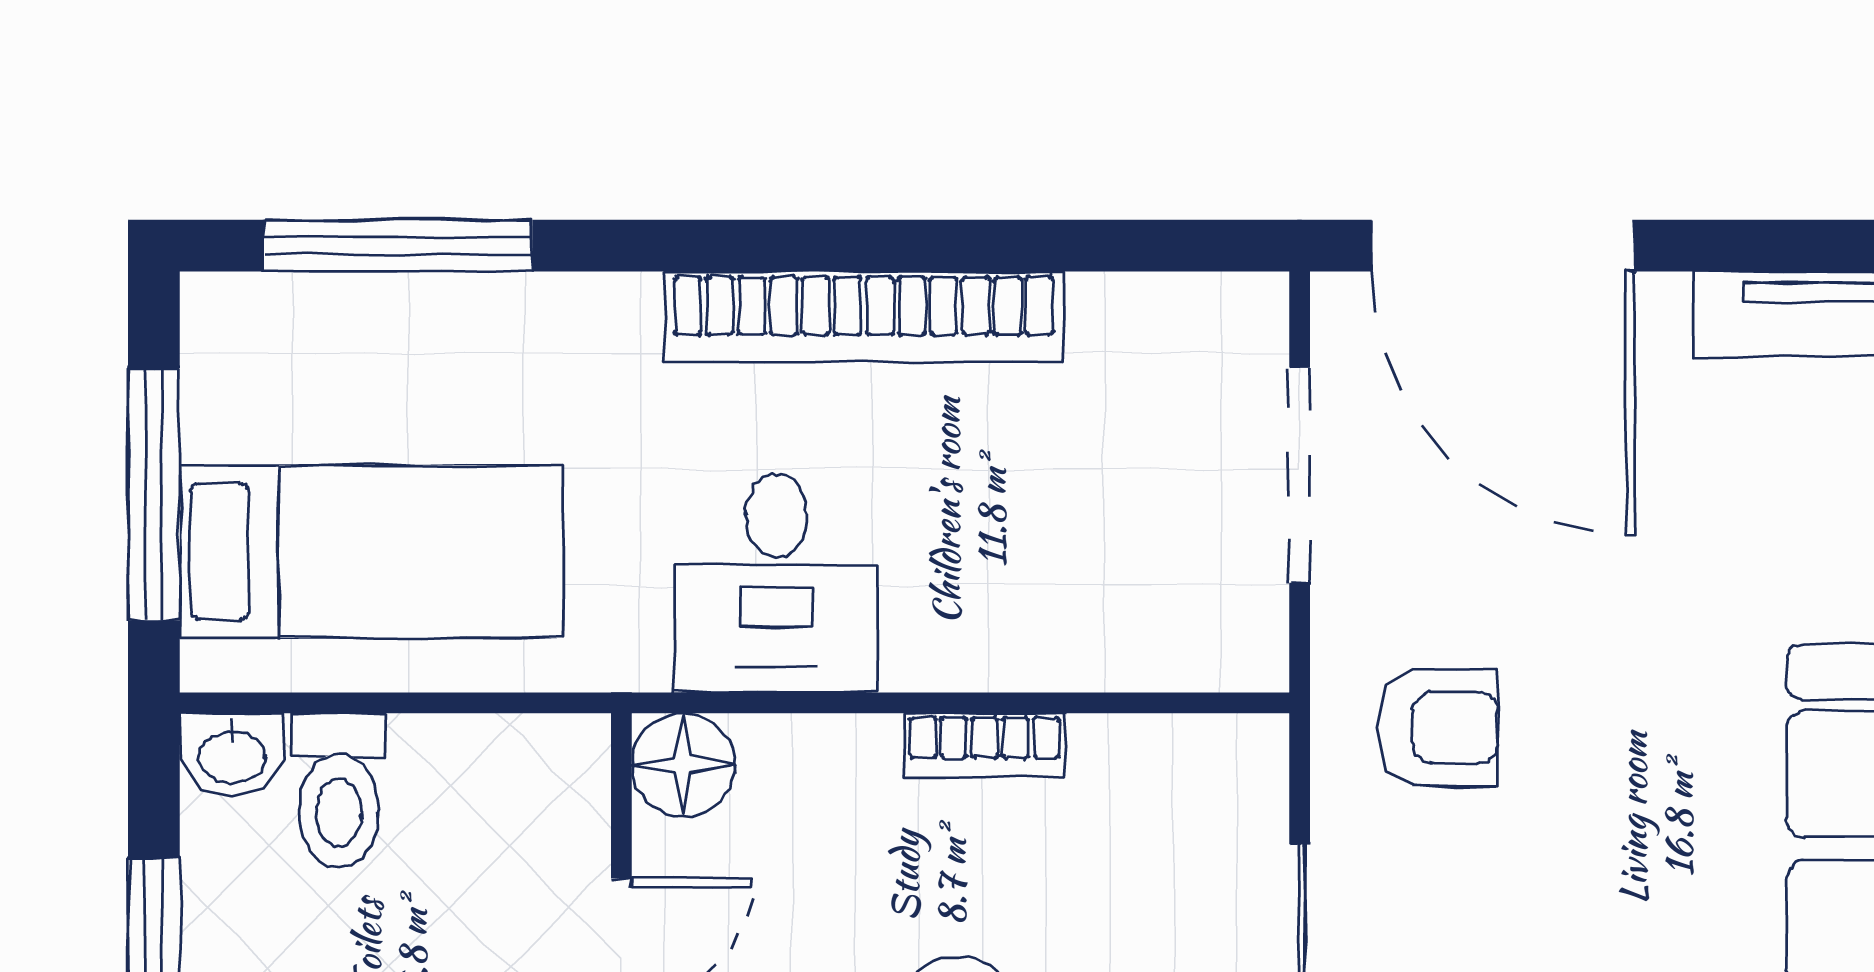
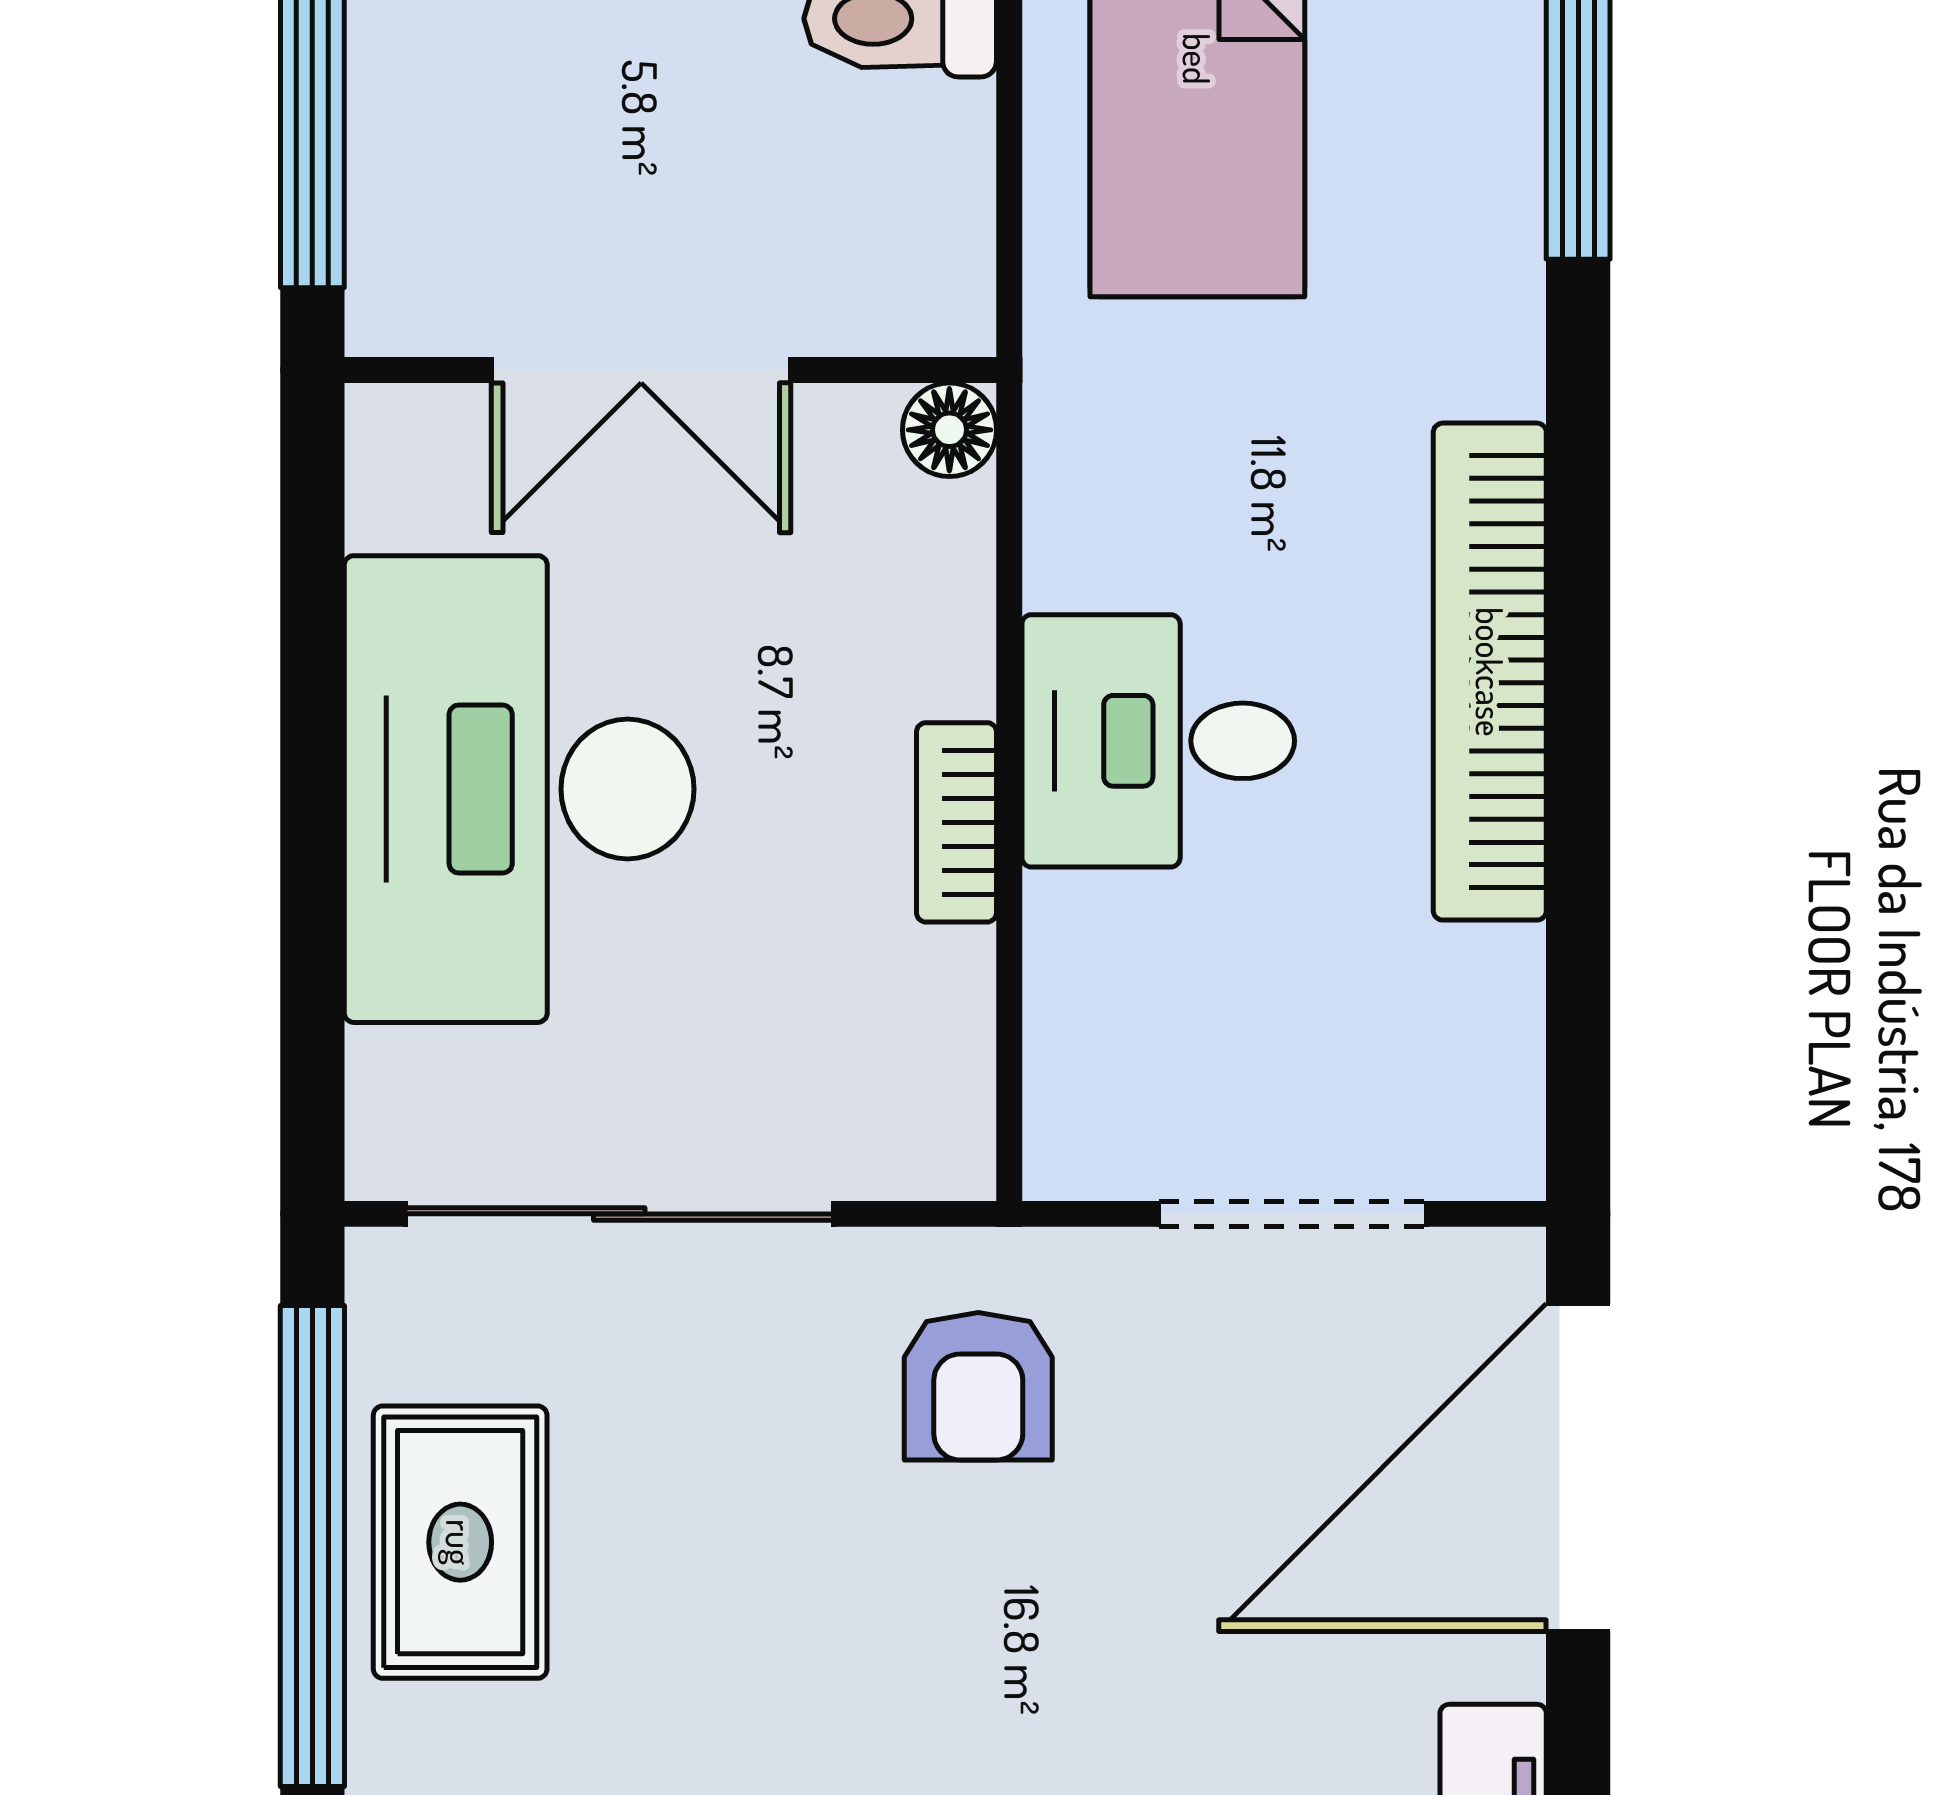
desk: (776, 583) -> (1158, 741), moved
floor lamp: (683, 765) -> (949, 430), width x0.73, depth x0.73

